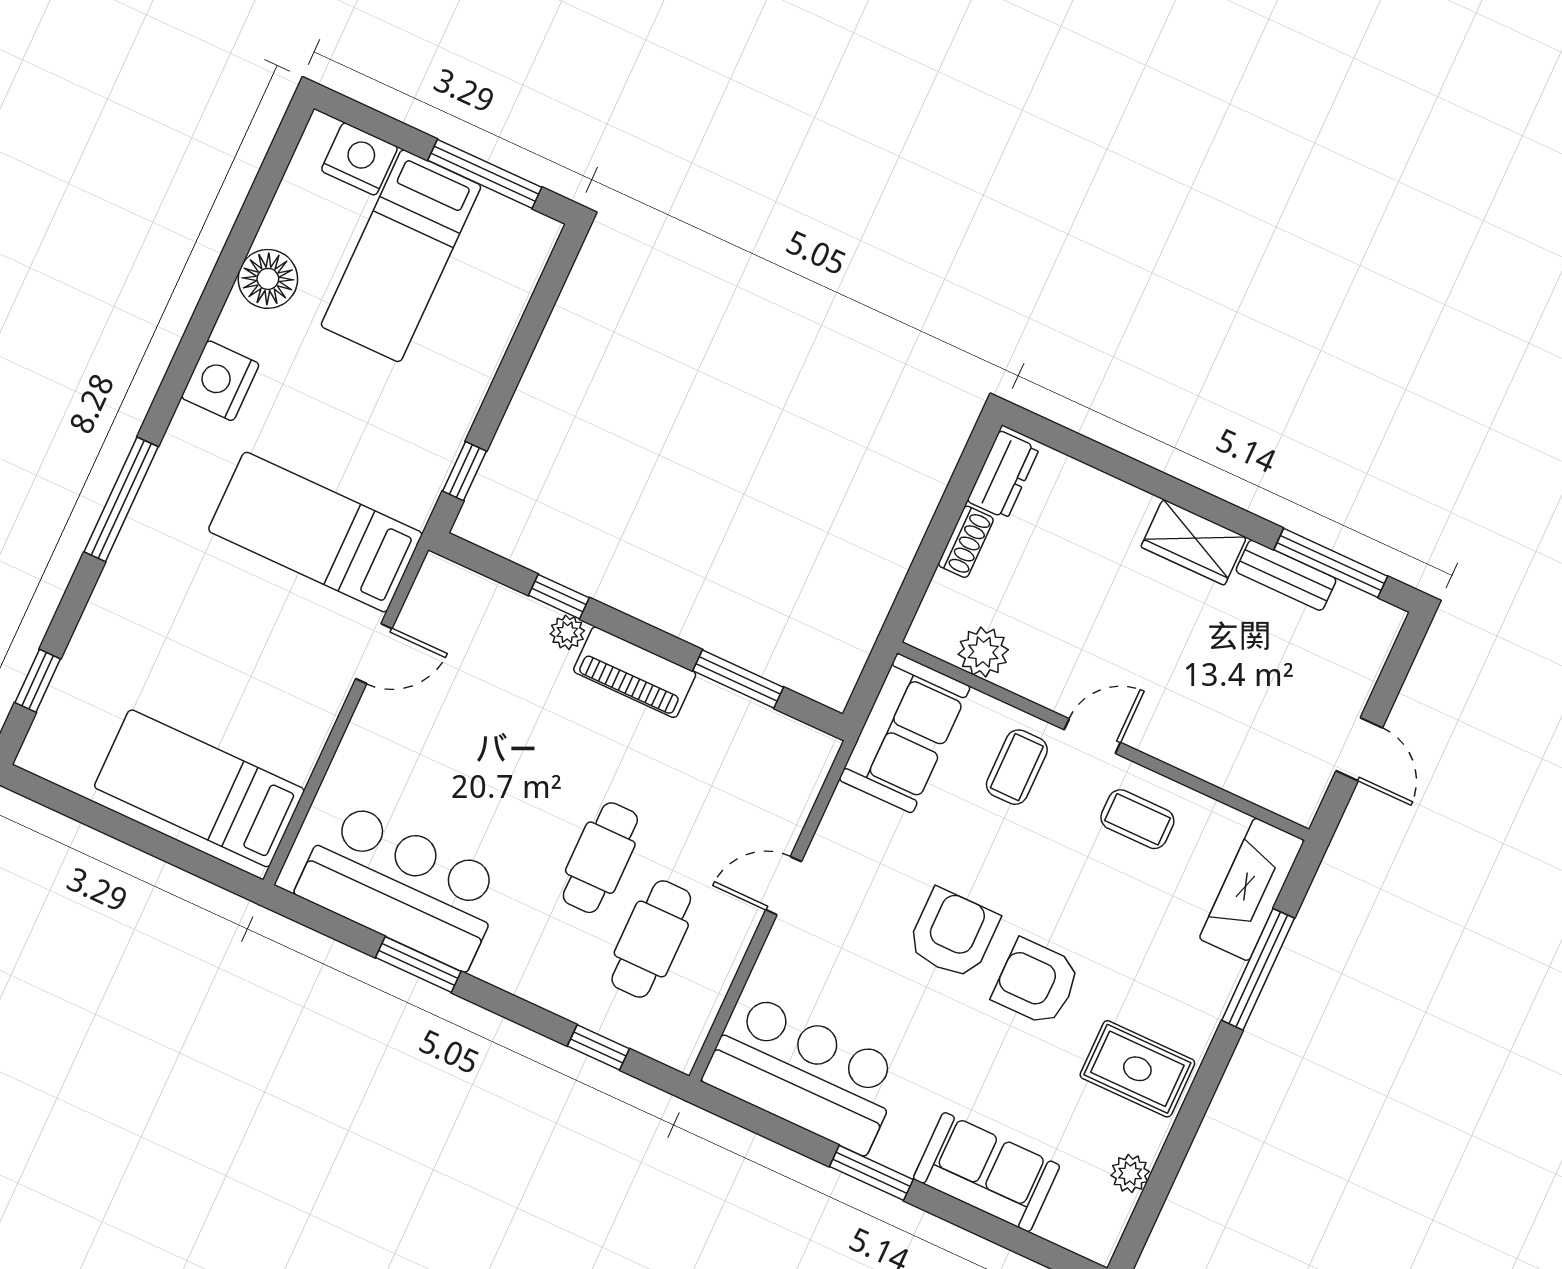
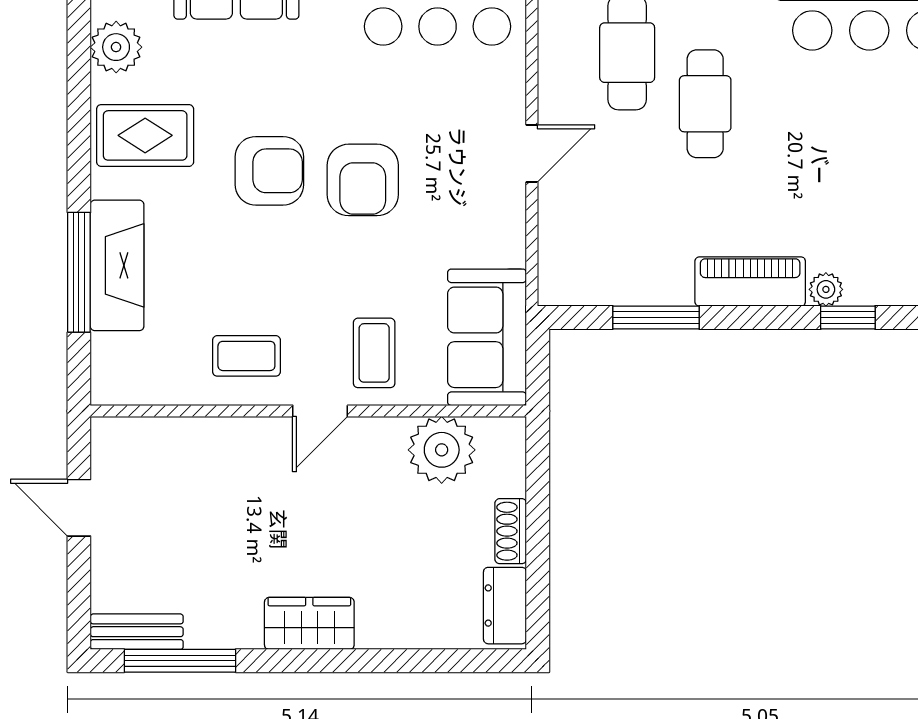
bench: (1286, 575) -> (137, 632), moved
plant: (983, 652) -> (442, 450), width x1.36, depth x1.36
fireplace: (1252, 889) -> (117, 265), moved
plant: (1130, 1173) -> (116, 47), width x1.38, depth x1.38

